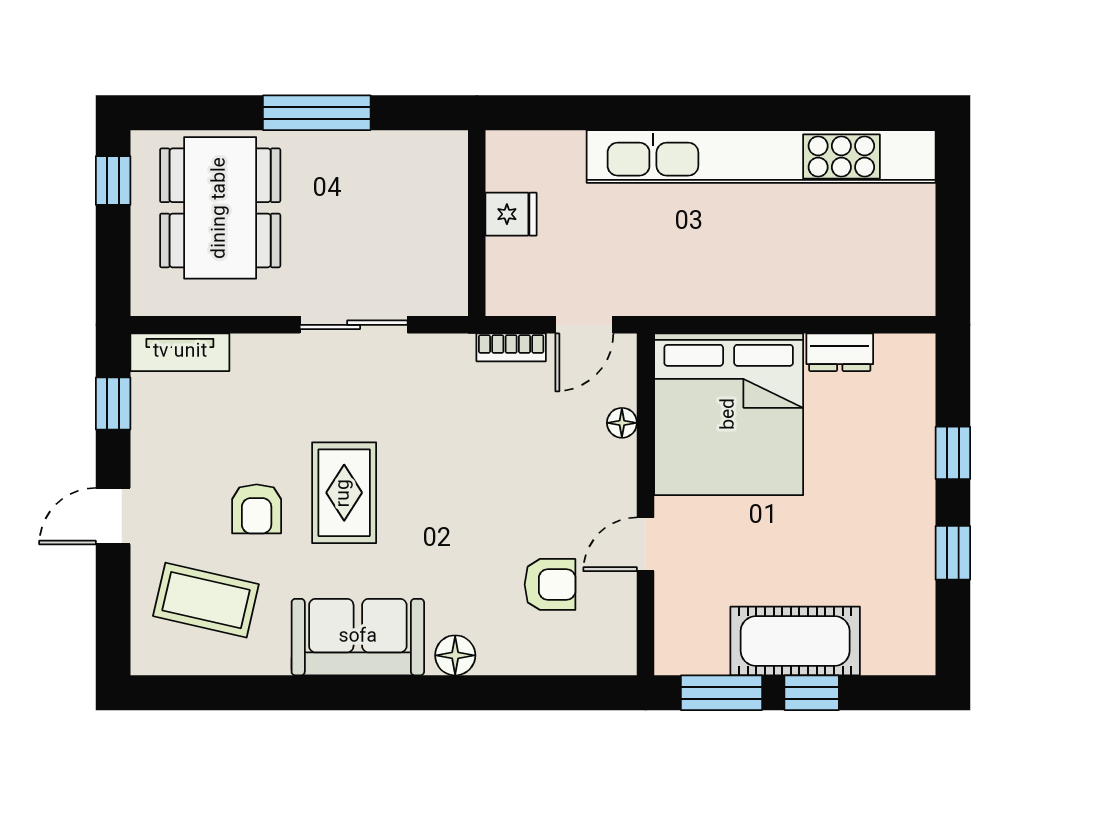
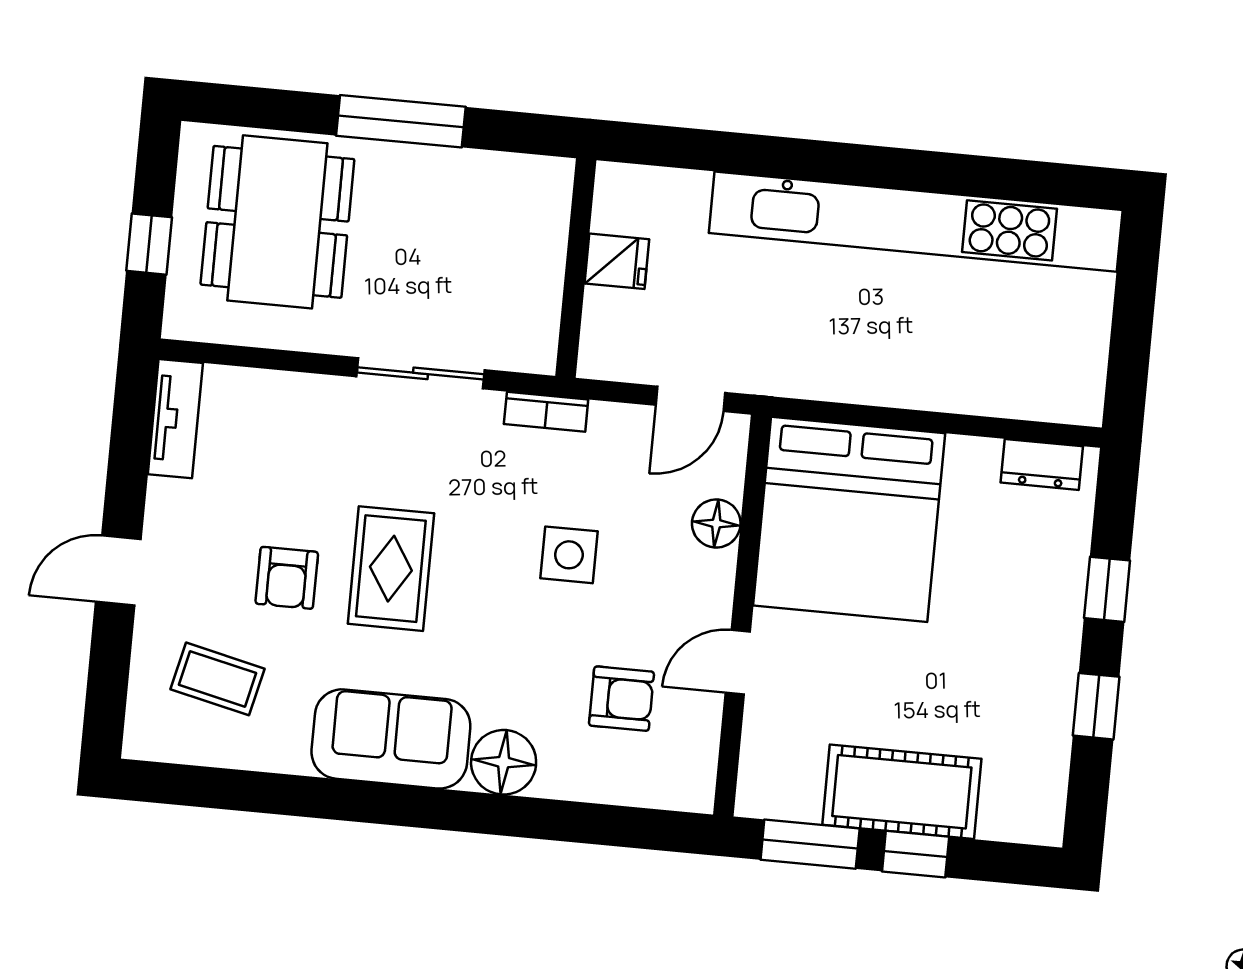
window: (113, 180) -> (149, 244), moved
bookcase: (511, 347) -> (546, 412), moved
tv unit: (180, 352) -> (175, 419), moved, turned -90
dresser: (840, 352) -> (1042, 464), moved
window: (113, 404) -> (131, 439), removed
floor lamp: (622, 423) -> (716, 523), width x1.37, depth x1.37
side table: (494, 467) -> (569, 555), added
coffee table: (206, 600) -> (218, 679), width x0.73, depth x0.77
floor lamp: (455, 655) -> (504, 762), width x1.38, depth x1.38

